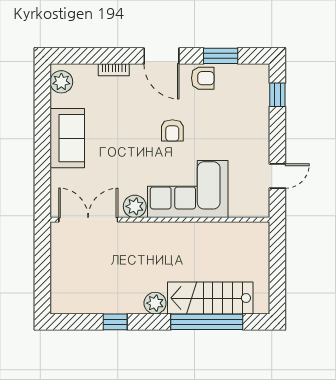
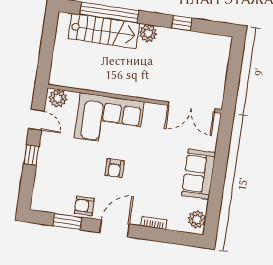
door: (161, 56) -> (114, 228), hinge flipped
window: (277, 95) -> (31, 155), moved
armchair: (172, 130) -> (114, 168), turned 180
door: (277, 176) -> (36, 120), swing flipped
plant: (135, 206) -> (58, 98), moved

